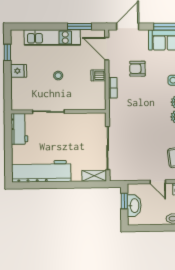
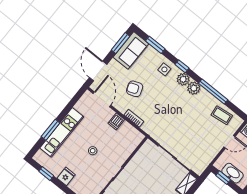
window: (79, 26) -> (51, 130), moved
door: (107, 49) -> (102, 99), swing flipped
armchair: (137, 69) -> (135, 89), turned 70

